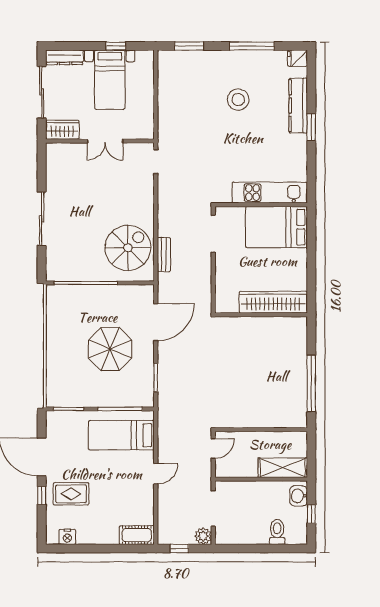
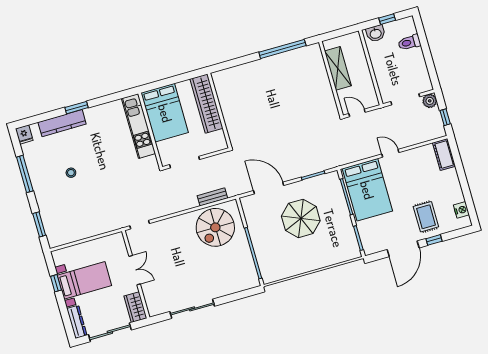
stool: (238, 100) -> (71, 173), width x0.53, depth x0.53
sliding door: (42, 219) -> (192, 309), moved
spiral stairs: (128, 248) -> (215, 227), turned -90
wardrobe: (273, 302) -> (207, 104), moved
wall: (261, 315) -> (219, 111), moved
bed: (121, 435) -> (367, 190), width x1.50
shelving: (283, 468) -> (338, 68), moved

